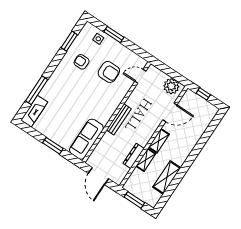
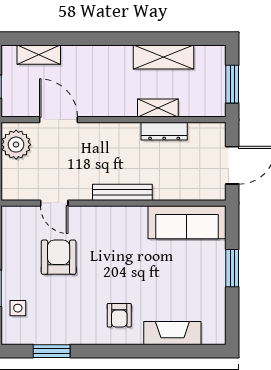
armchair: (82, 62) -> (119, 315), moved
door: (140, 76) -> (54, 203), moved
window: (37, 90) -> (162, 351), removed
fireplace: (34, 111) -> (172, 333), moved
shelving: (159, 141) -> (39, 55), moved

